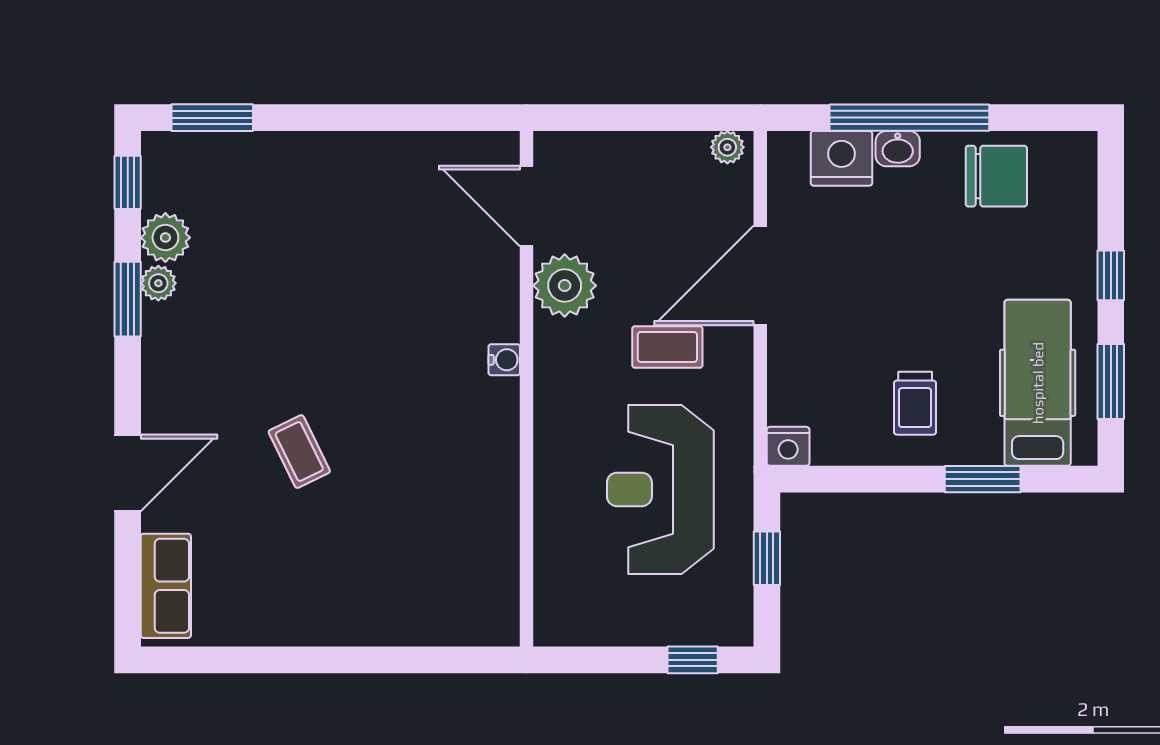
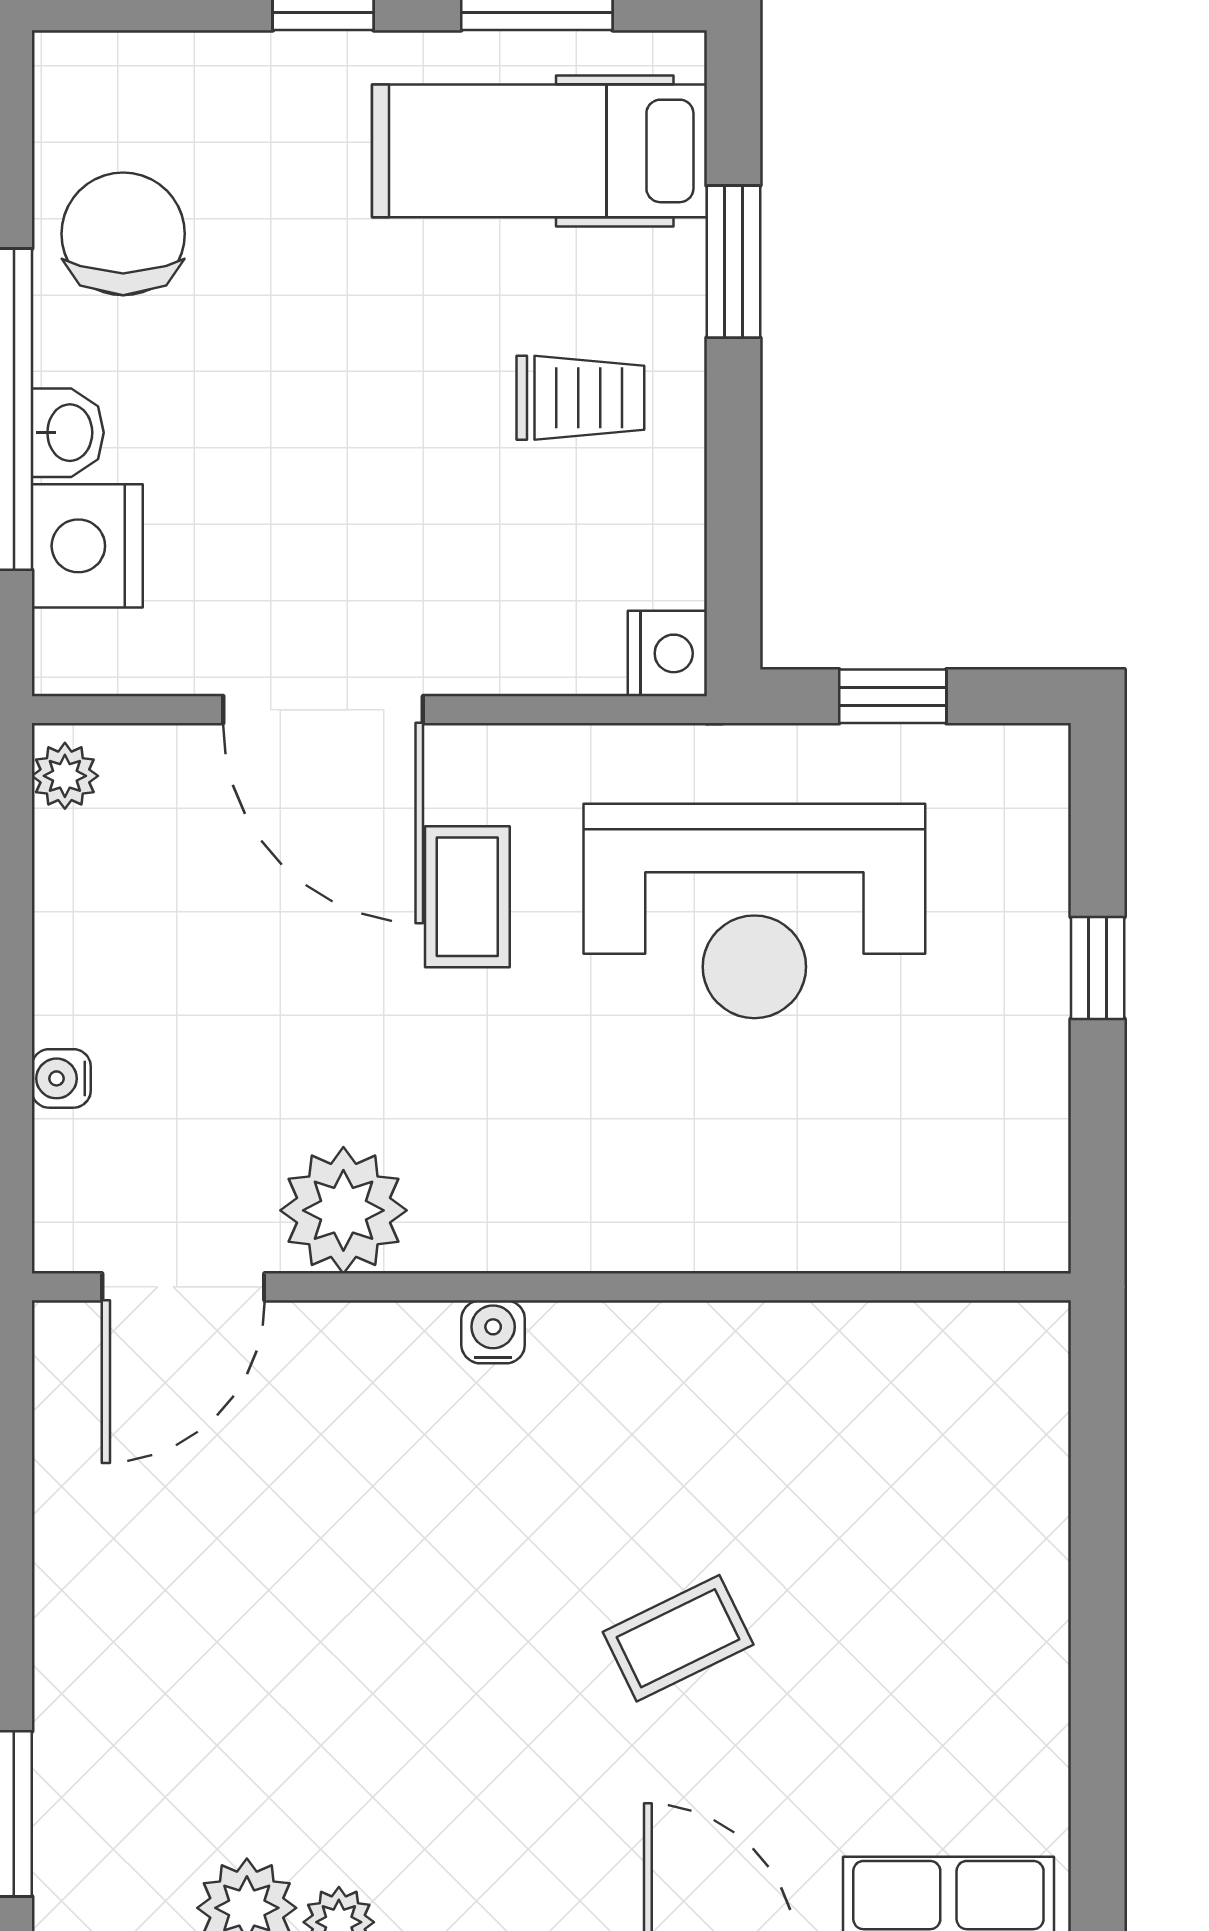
water cooler: (577, 145) -> (61, 1078), added
door: (527, 206) -> (183, 1287), moved
plant: (565, 286) -> (343, 1210), moved
water cooler: (504, 360) -> (493, 1332), moved
wall: (527, 389) -> (551, 1287), moved
window: (693, 660) -> (1098, 968), moved

